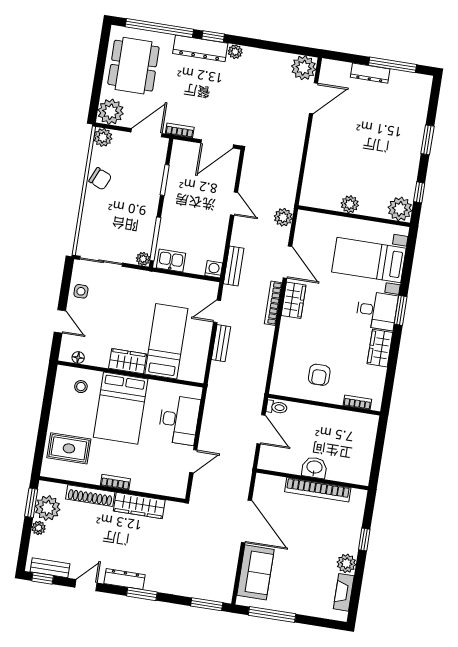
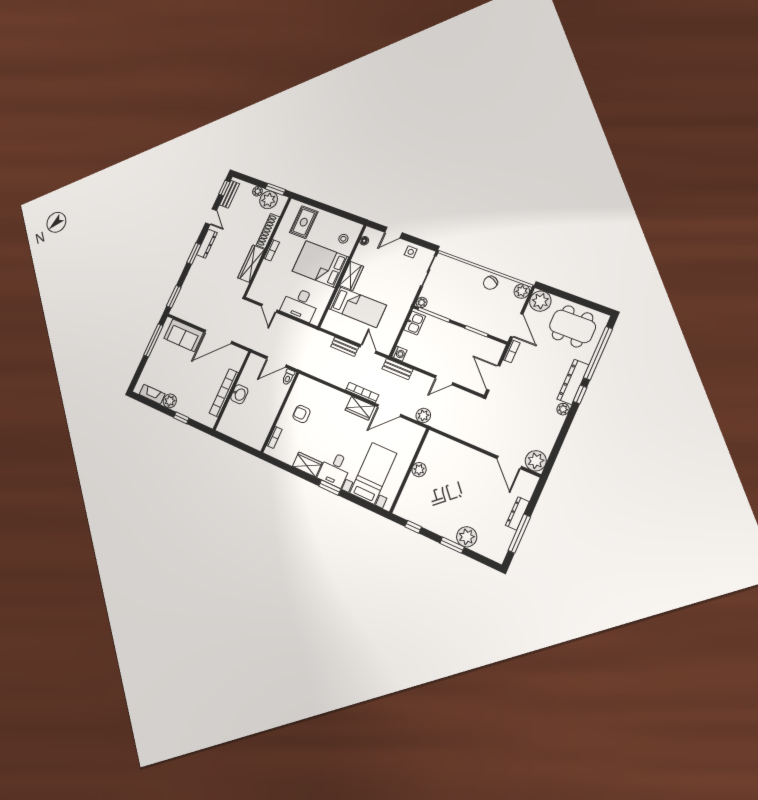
plant: (400, 209) -> (467, 537), moved

